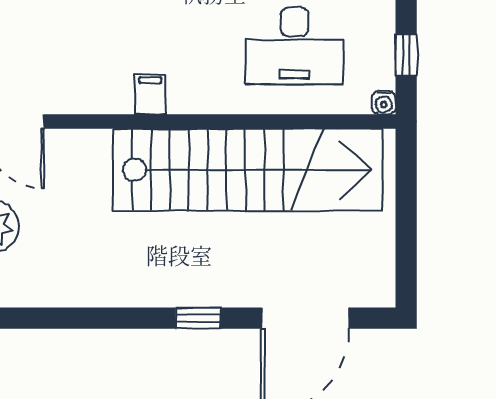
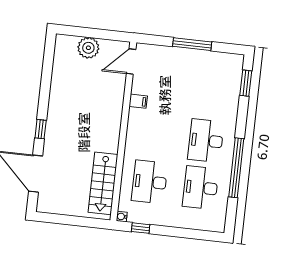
filing cabinet: (150, 94) -> (138, 101), moved
stairs: (248, 170) -> (103, 183), width x0.54, depth x0.66

